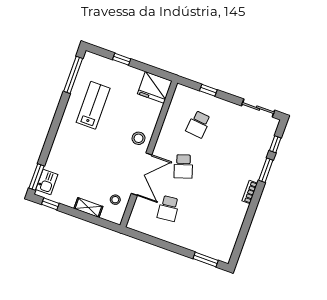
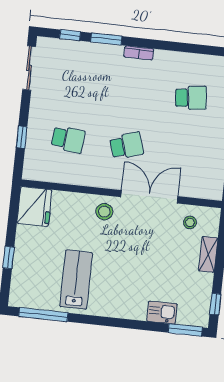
lab bench: (93, 105) -> (76, 280), turned 90
kitchen sink: (47, 182) -> (162, 313), moved
school desk: (168, 209) -> (191, 98), moved

